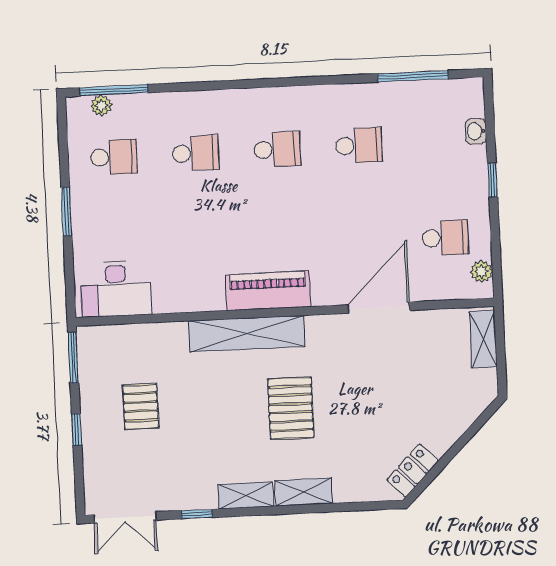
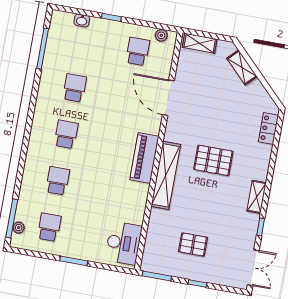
locker: (413, 470) -> (268, 128), moved, turned 45
shelving: (304, 492) -> (242, 67), moved, turned -45

